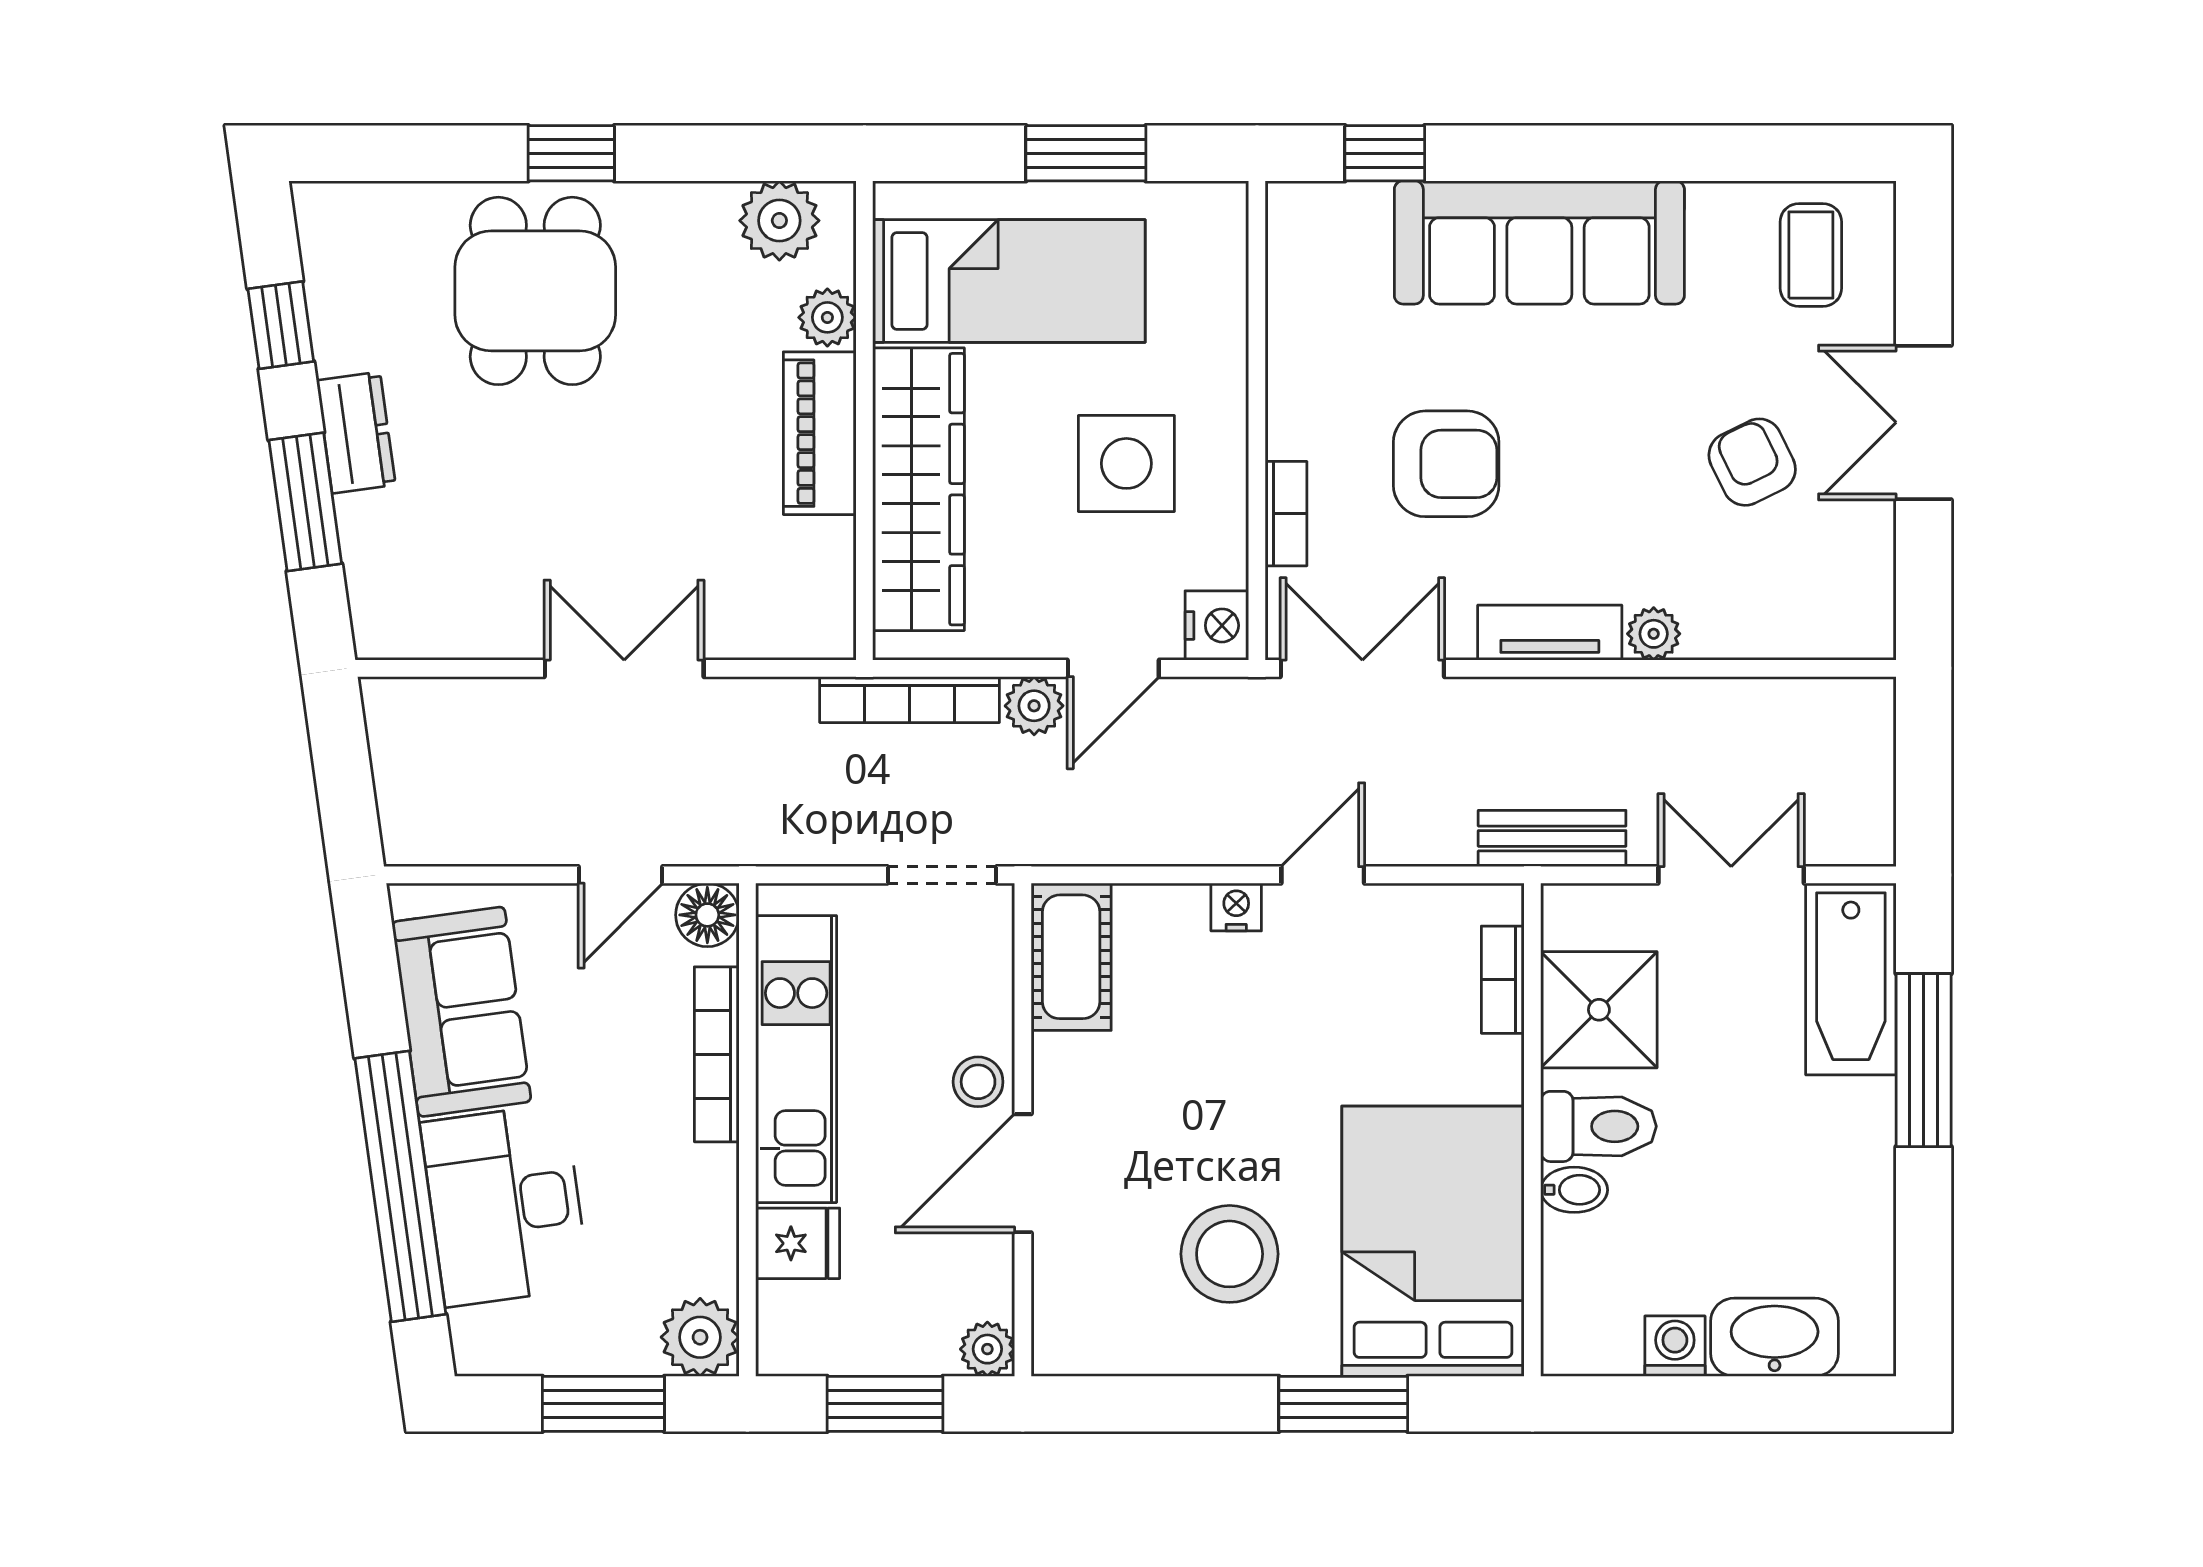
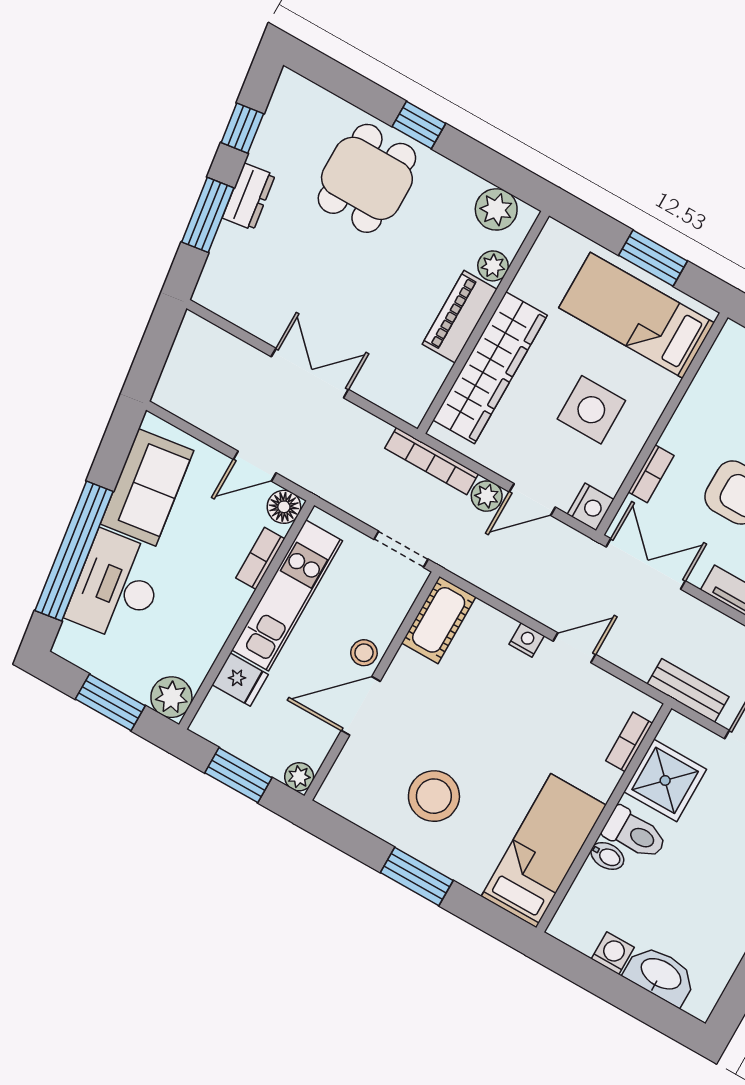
bed: (1009, 281) -> (637, 315), moved, turned 180
bookcase: (717, 1054) -> (260, 558), width x0.64
bed: (1433, 1241) -> (544, 851), width x0.67
window: (1343, 1404) -> (417, 877), moved

